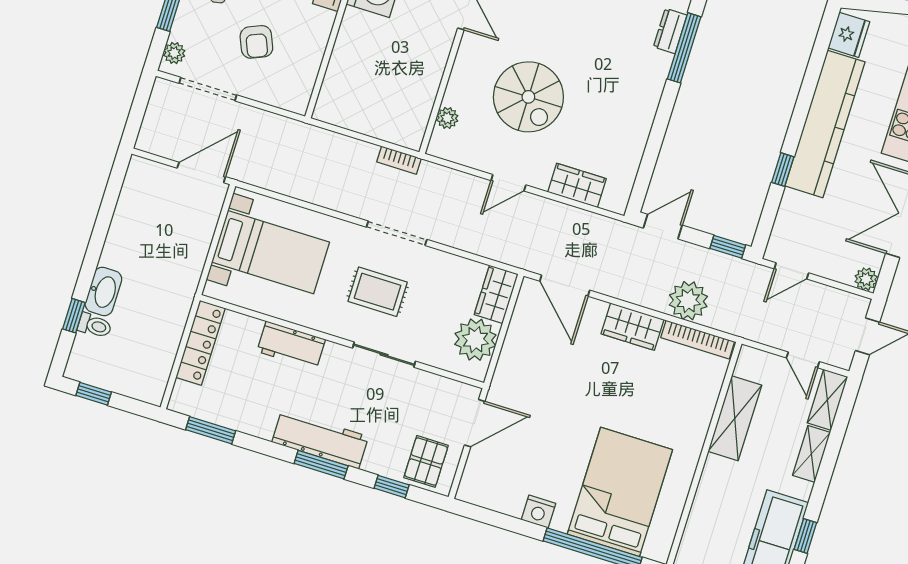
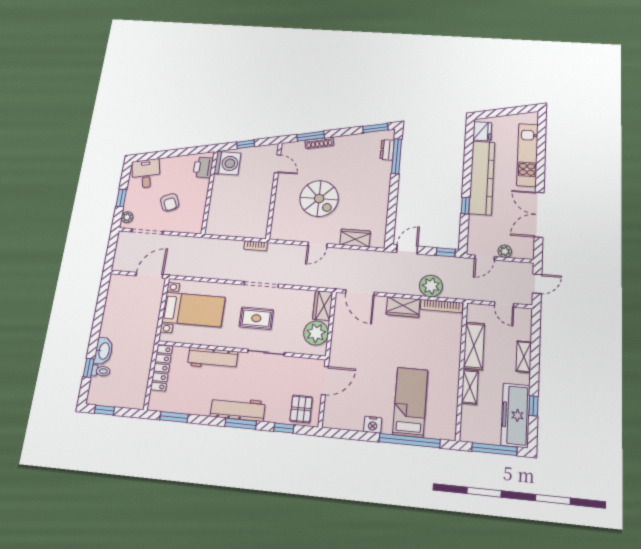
plant: (447, 118) -> (278, 219), removed
plant: (866, 279) -> (505, 251), moved
workbench: (291, 345) -> (213, 359), width x1.38
shelving: (827, 400) -> (470, 387), moved
bed: (620, 492) -> (410, 402), width x0.67

